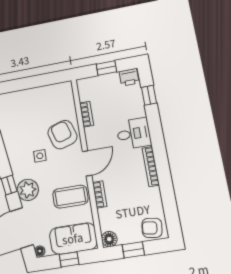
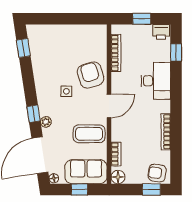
bookcase: (87, 114) -> (116, 53), width x1.56
desk: (134, 134) -> (156, 81), width x1.37
bookcase: (151, 167) -> (166, 132), moved
plant: (28, 190) -> (46, 122), width x0.53, depth x0.53
bookcase: (100, 194) -> (116, 154), moved
window: (133, 250) -> (151, 189), moved

